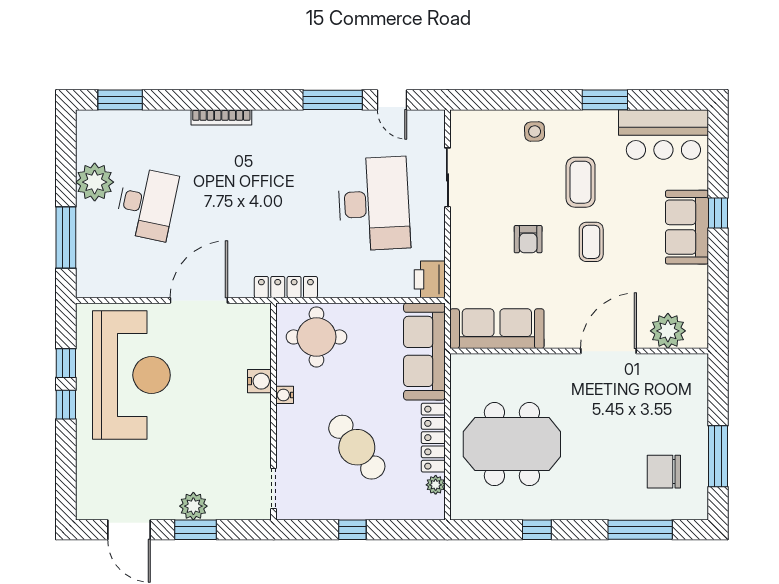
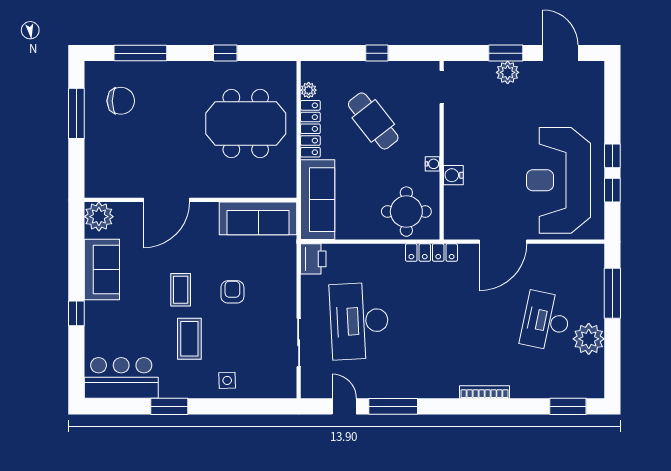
sofa: (687, 227) -> (102, 270), moved
plant: (668, 331) -> (99, 217), moved

